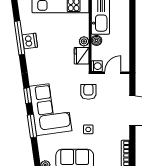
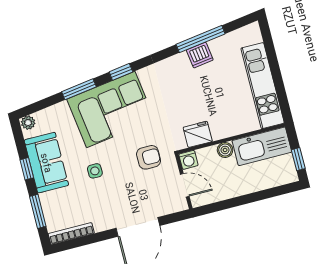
plant: (84, 41) -> (219, 132), removed

